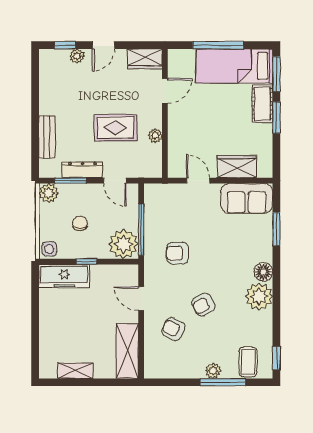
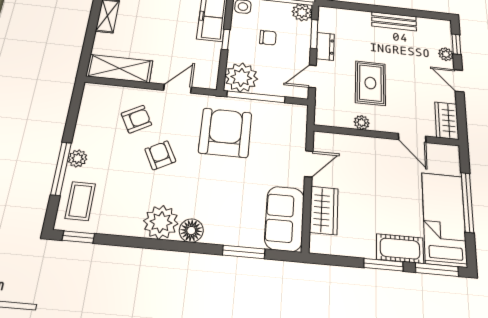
bench: (47, 137) -> (394, 21), moved
dresser: (83, 170) -> (325, 46), width x0.70
armchair: (178, 253) -> (225, 133), width x1.88, depth x1.88
armchair: (173, 329) -> (136, 119), turned 35
coffee table: (248, 362) -> (80, 201), turned 90

